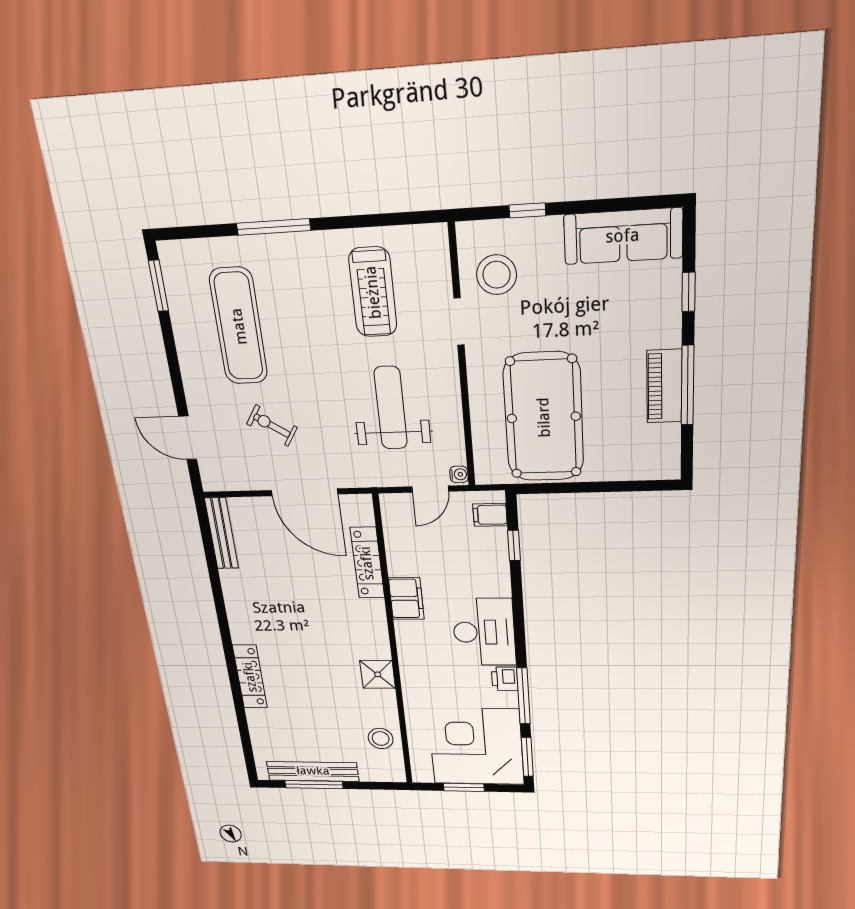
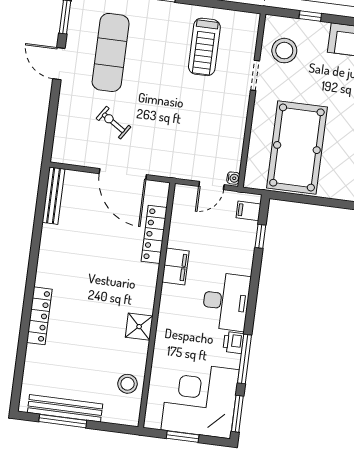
weight bench: (391, 408) -> (198, 124), removed
door: (188, 438) -> (59, 64), moved

